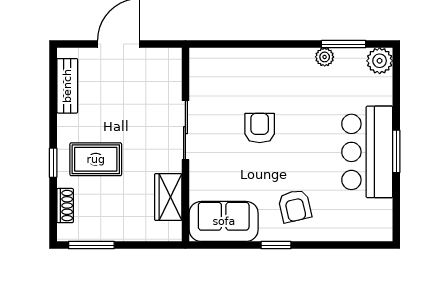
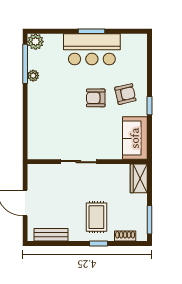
window: (344, 44) -> (25, 64), width x1.44
armchair: (260, 128) -> (96, 98), moved
wardrobe: (168, 197) -> (139, 178), moved, turned 90

